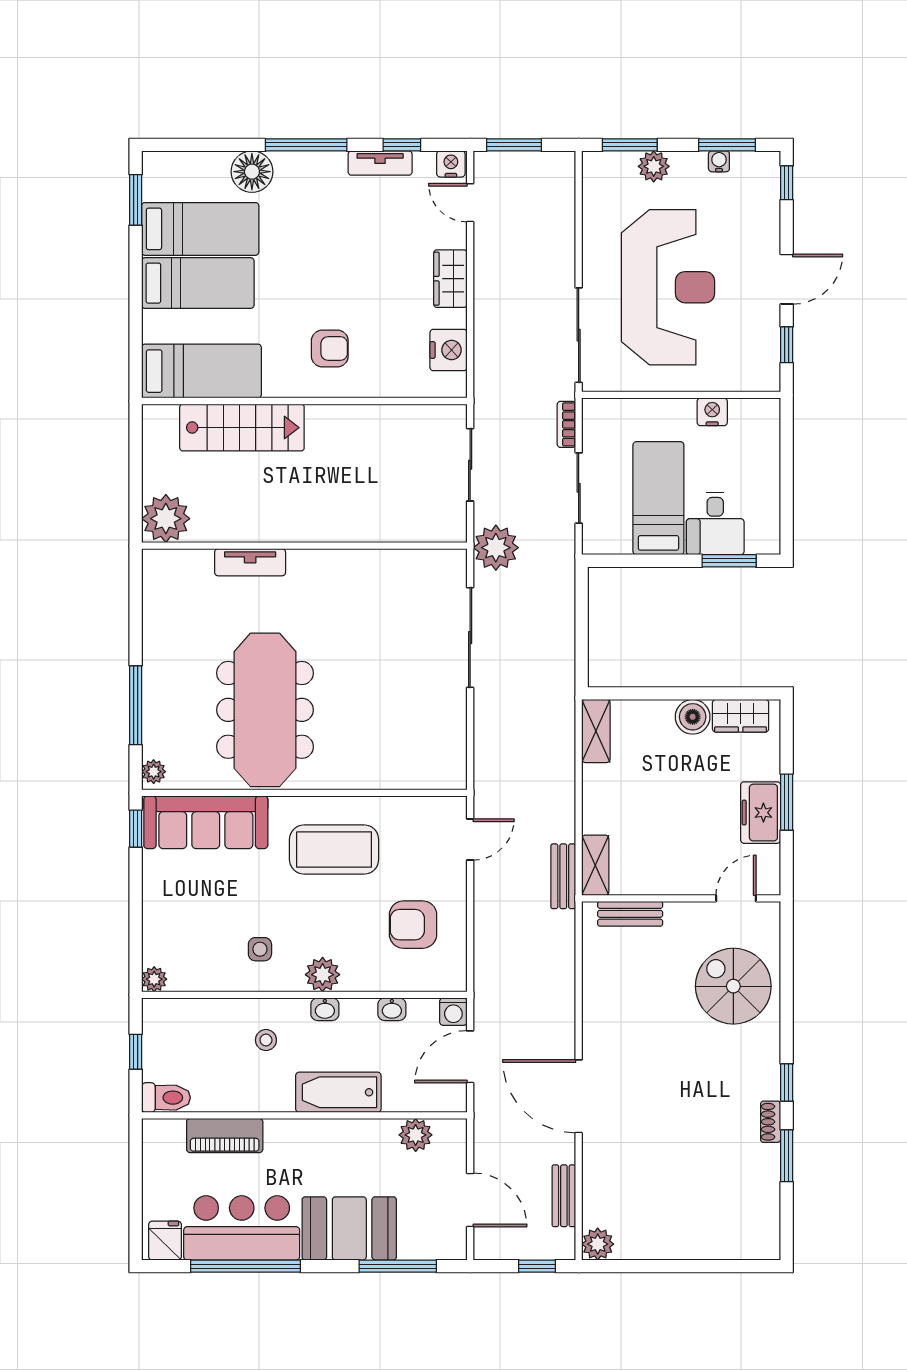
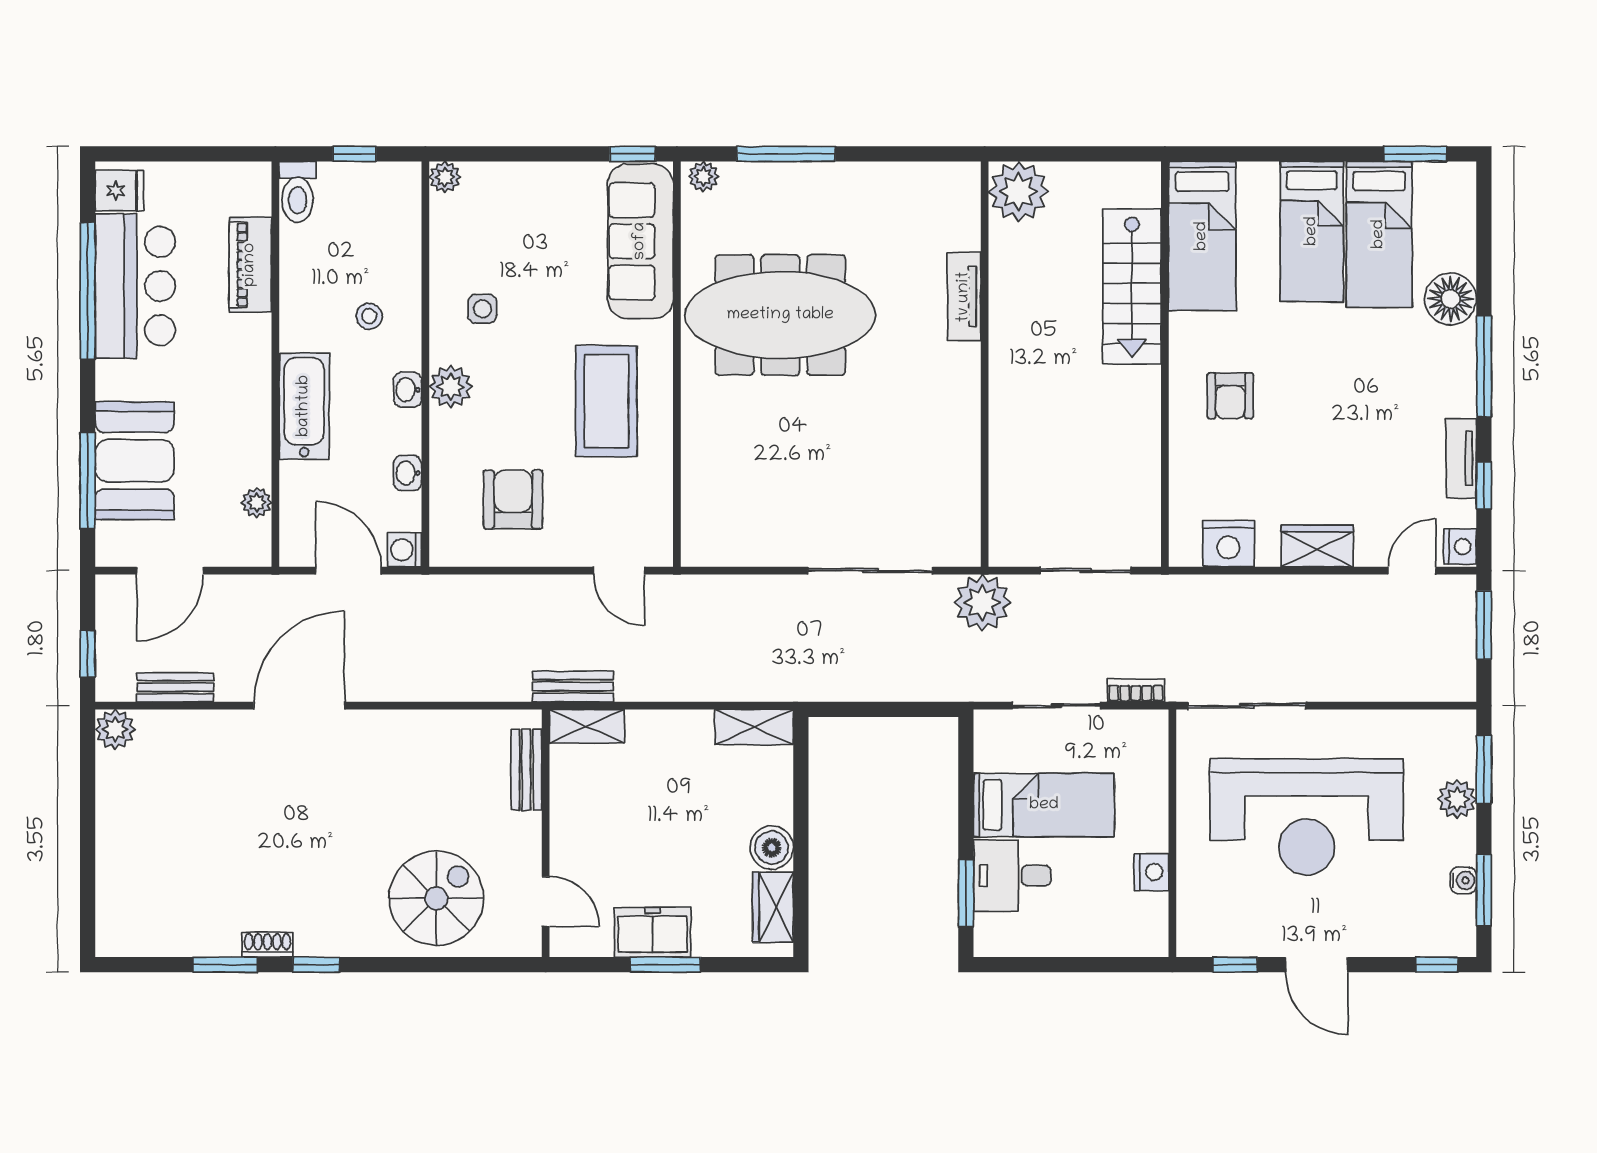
plant: (416, 1135) -> (257, 503), width x0.73, depth x0.73
booth: (349, 1228) -> (135, 461), moved

